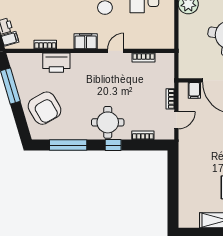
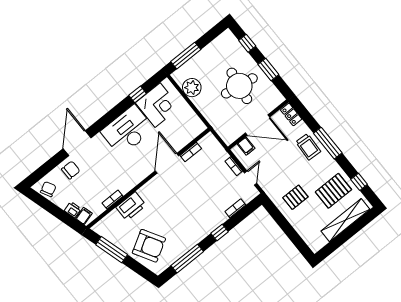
filing cabinet: (86, 41) -> (140, 174), removed
door: (116, 51) -> (167, 163), width x1.88
round table: (108, 122) -> (203, 219), removed
pallet: (201, 167) -> (295, 197), added

